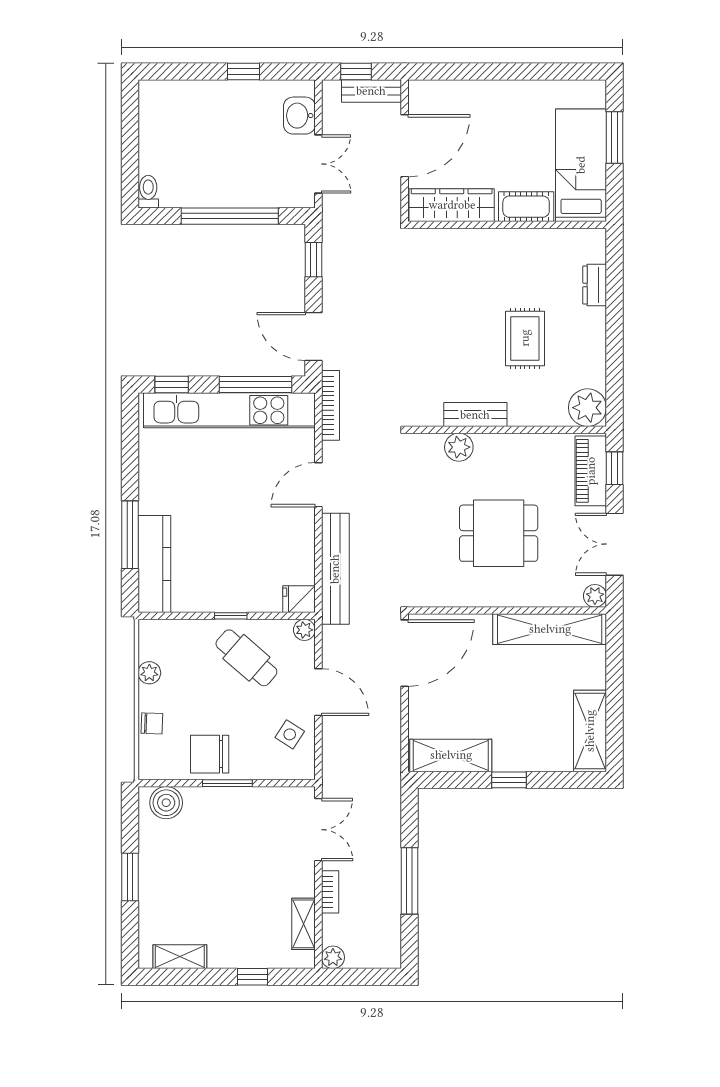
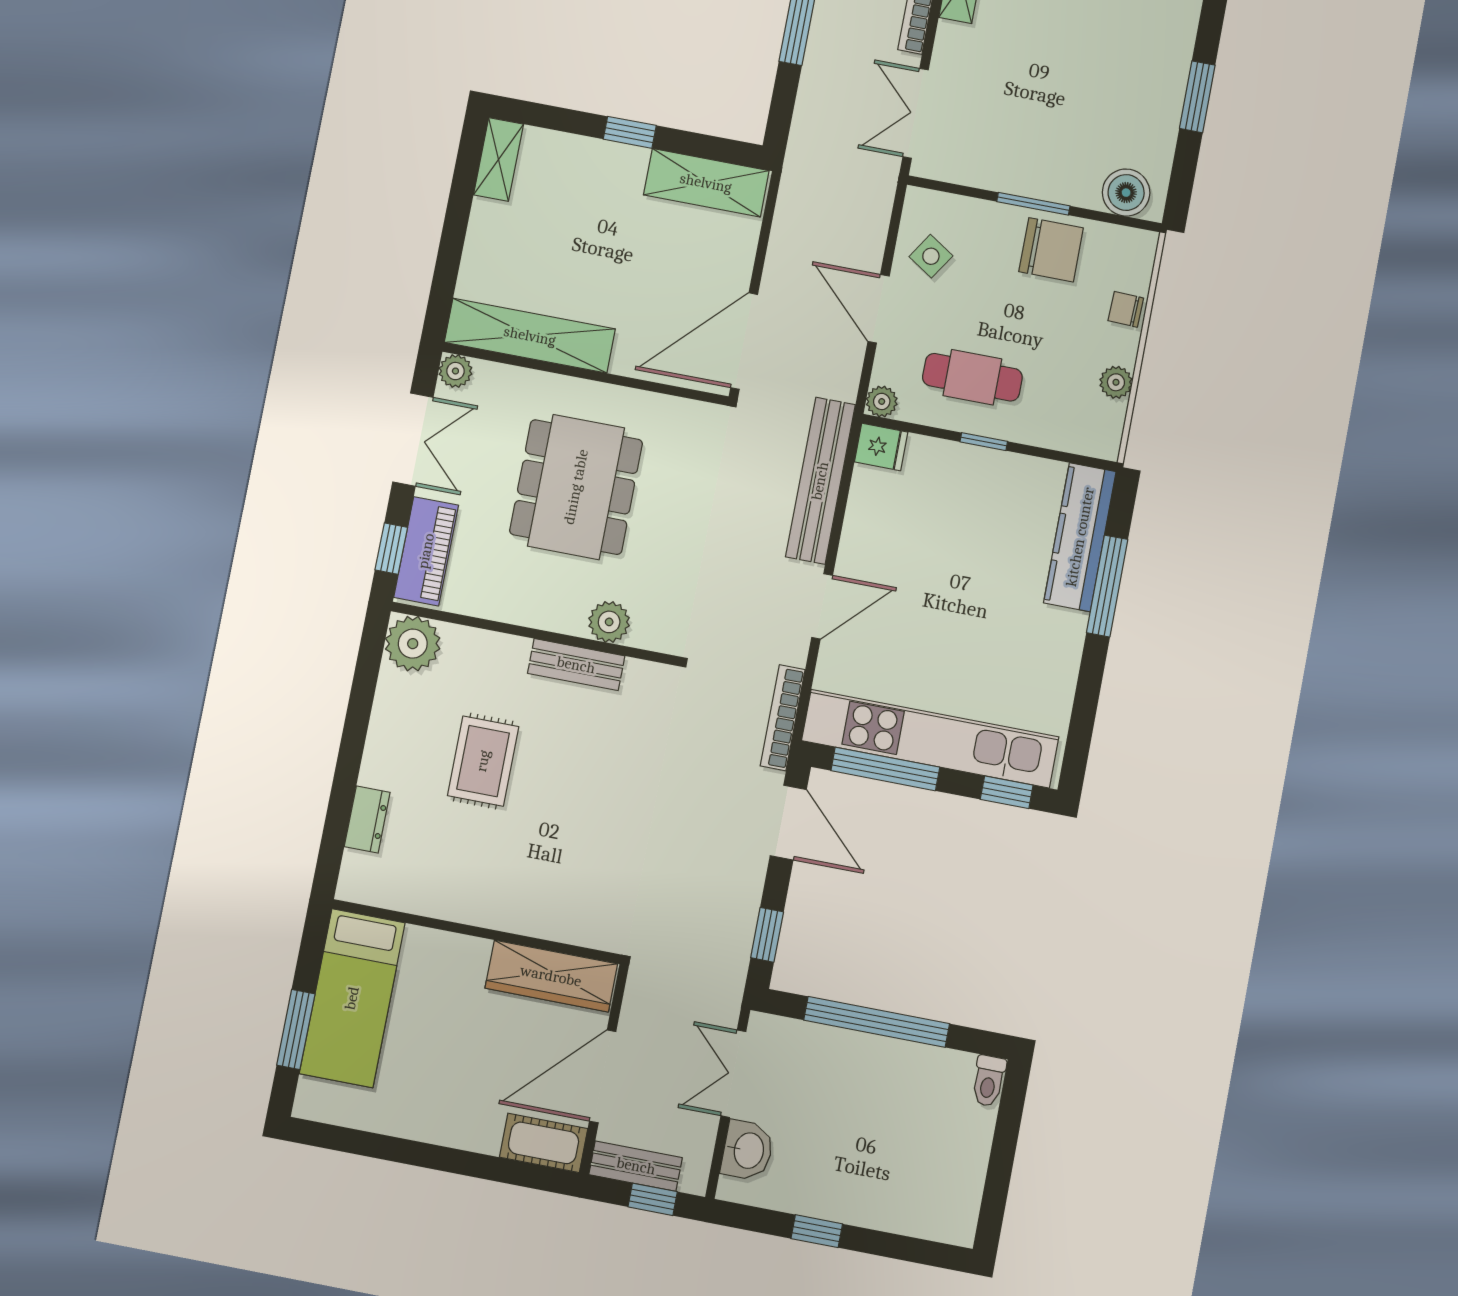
cot: (526, 207) -> (544, 1143), moved
dining table: (499, 533) -> (576, 487), width x1.38
cafe table: (246, 658) -> (972, 377), turned -41
shelving: (590, 731) -> (499, 159), width x0.67, depth x0.75

